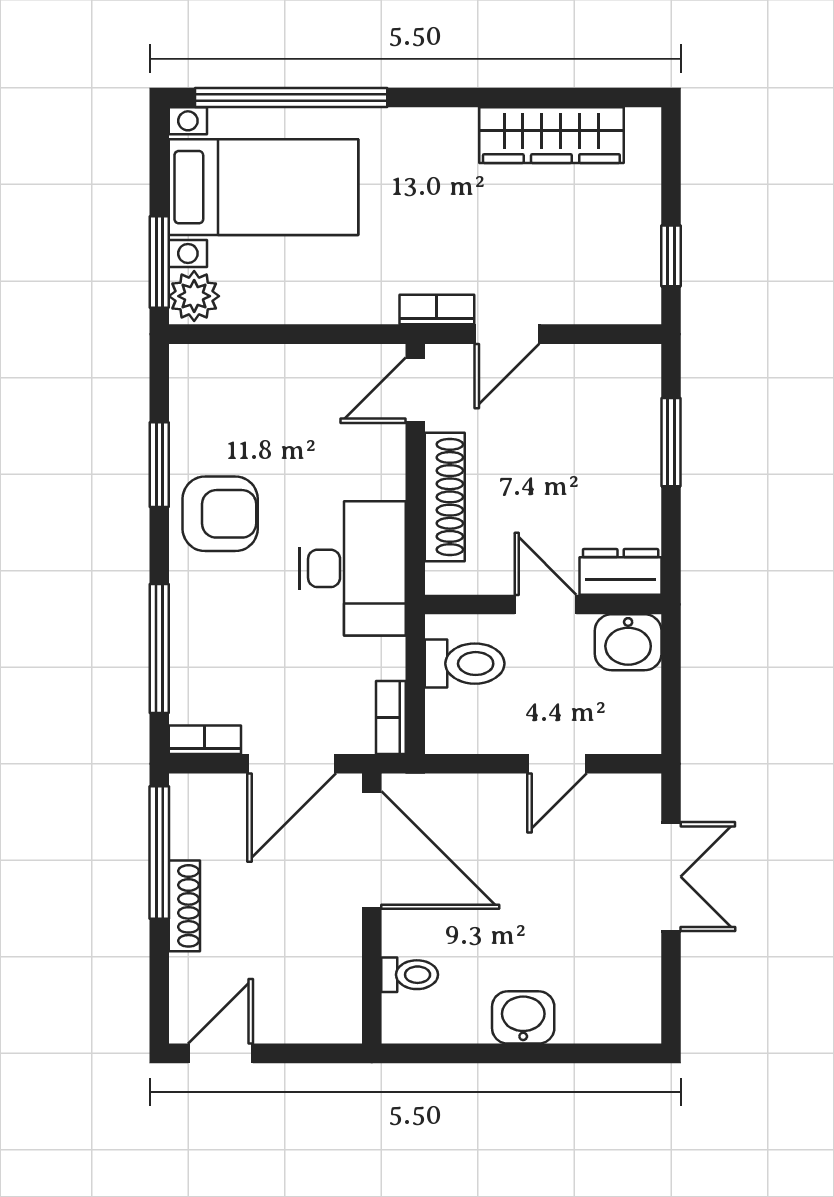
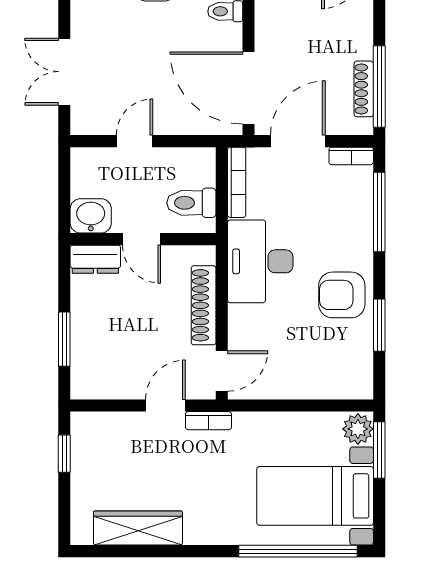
bookcase: (391, 717) -> (237, 182), width x1.56
shoe rack: (184, 906) -> (364, 89), moved

